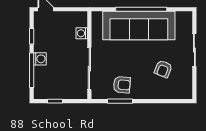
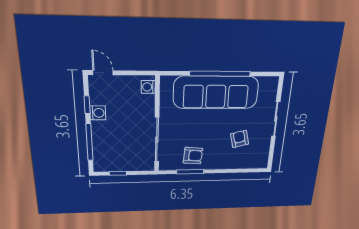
washing machine: (82, 33) -> (148, 87), moved
washing machine: (40, 59) -> (98, 113), moved
armchair: (163, 69) -> (240, 139), turned 144

